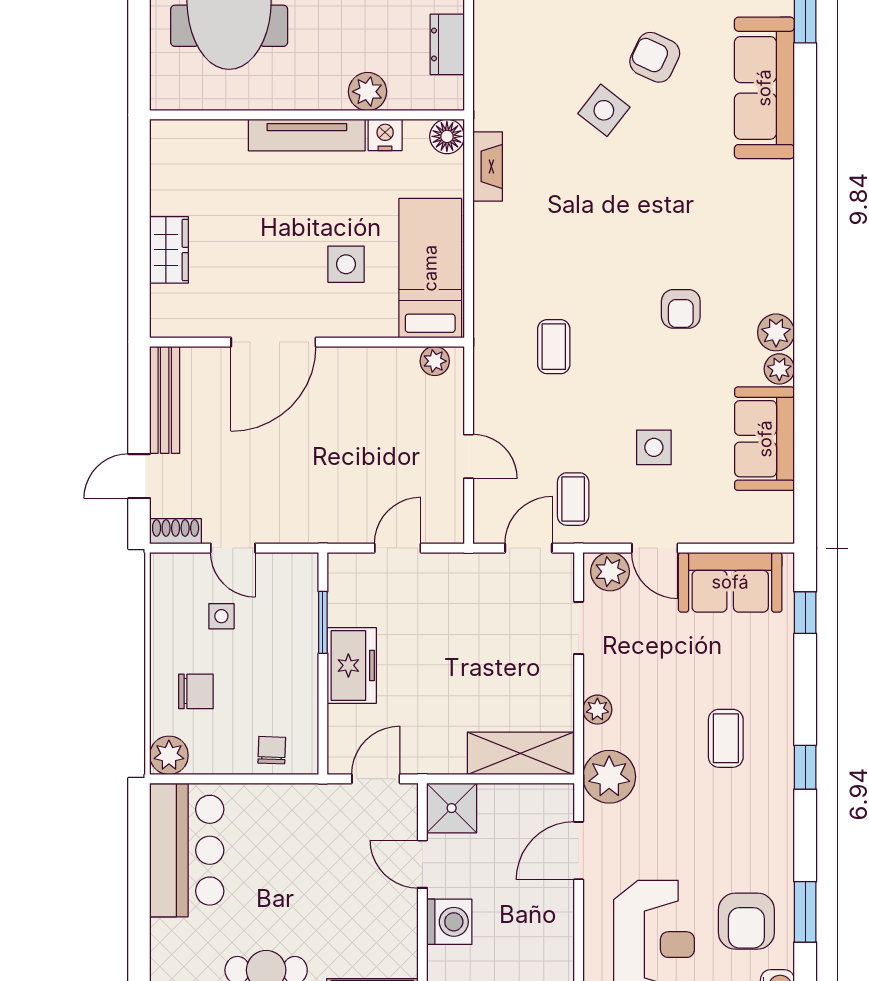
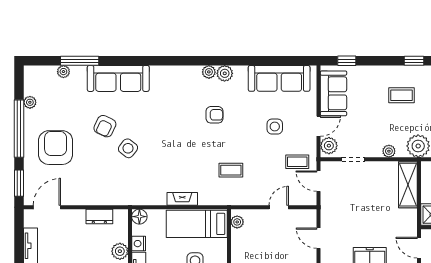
fireplace: (488, 166) -> (182, 199), moved
plant: (779, 369) -> (209, 72), moved
sofa: (765, 439) -> (279, 78), width x1.36

